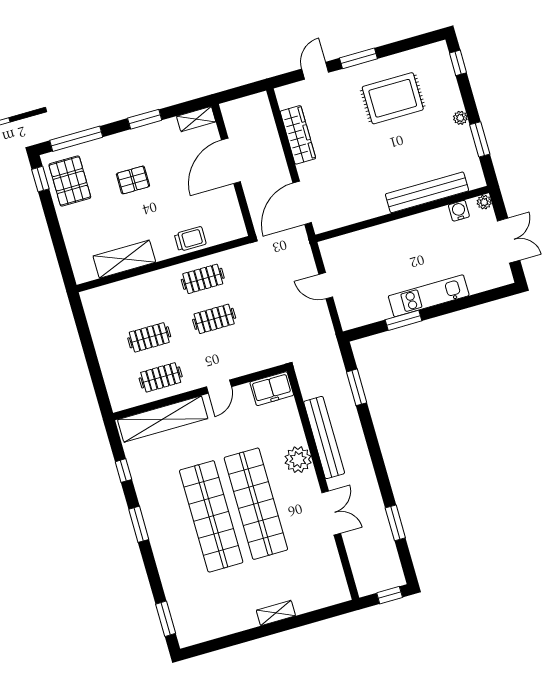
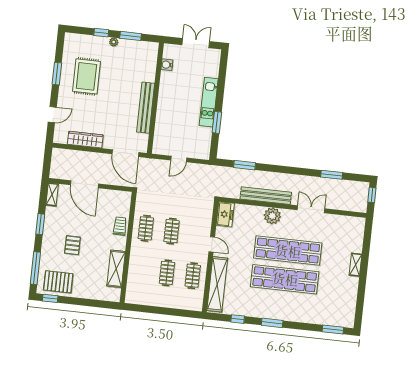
window: (358, 58) -> (57, 74), moved
window: (458, 63) -> (101, 33), moved
door: (315, 71) -> (52, 115), swing flipped
bench: (427, 192) -> (146, 108), moved
plant: (484, 202) -> (168, 48), removed

